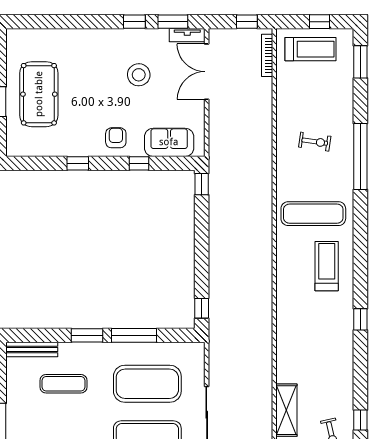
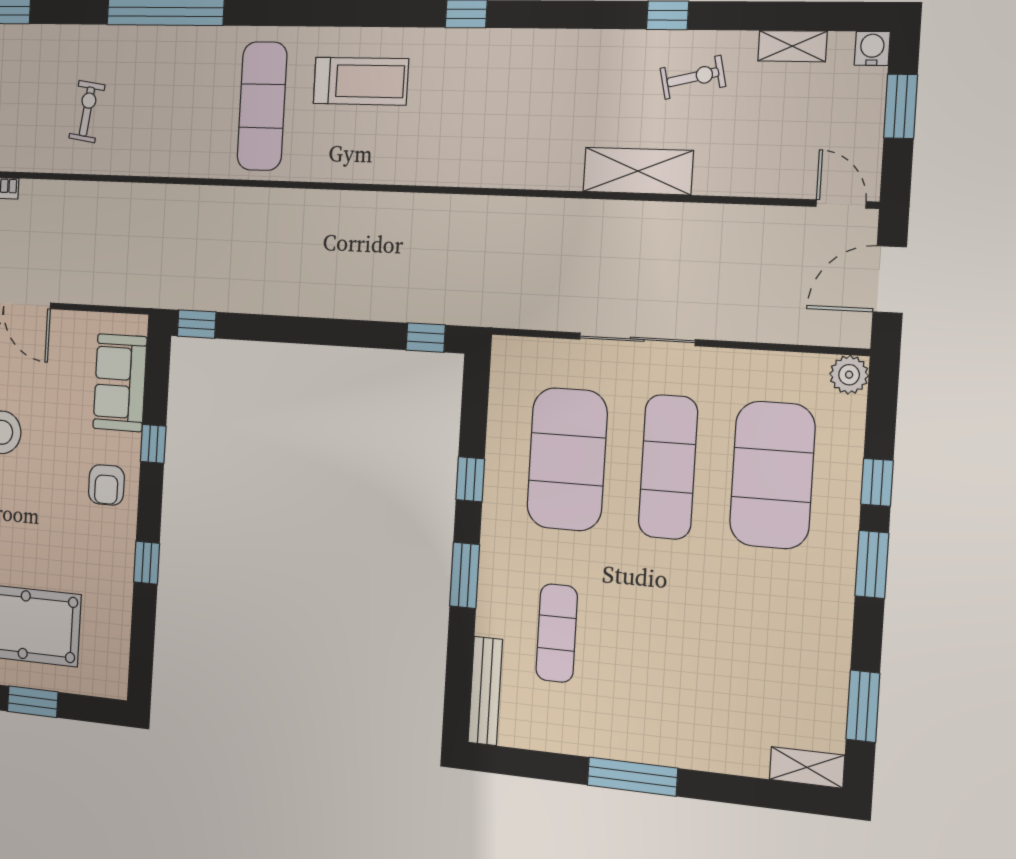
armchair: (116, 138) -> (106, 485), turned -90
exercise bike: (315, 142) -> (87, 112), moved
treadmill: (327, 266) -> (361, 81), turned 180
window: (134, 335) -> (470, 479), width x0.46

